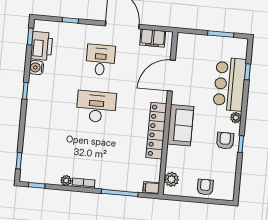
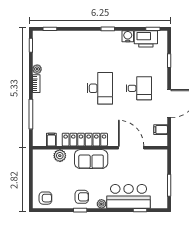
filing cabinet: (153, 38) -> (161, 130), width x0.50
plant: (171, 179) -> (60, 156), moved
armchair: (205, 187) -> (45, 198), moved
filing cabinet: (151, 188) -> (51, 140), moved

